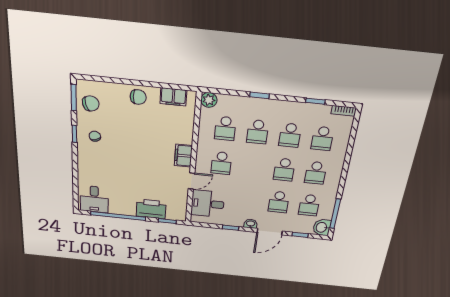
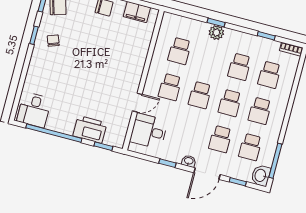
plant: (209, 100) -> (216, 33), moved
school desk: (258, 132) -> (200, 95), moved
filing cabinet: (183, 156) -> (134, 74), removed

